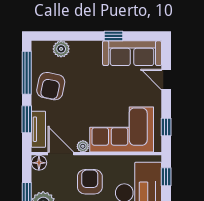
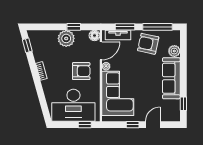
window: (113, 36) -> (183, 104), moved
sofa: (132, 53) -> (171, 78), moved
window: (166, 127) -> (133, 125), moved

